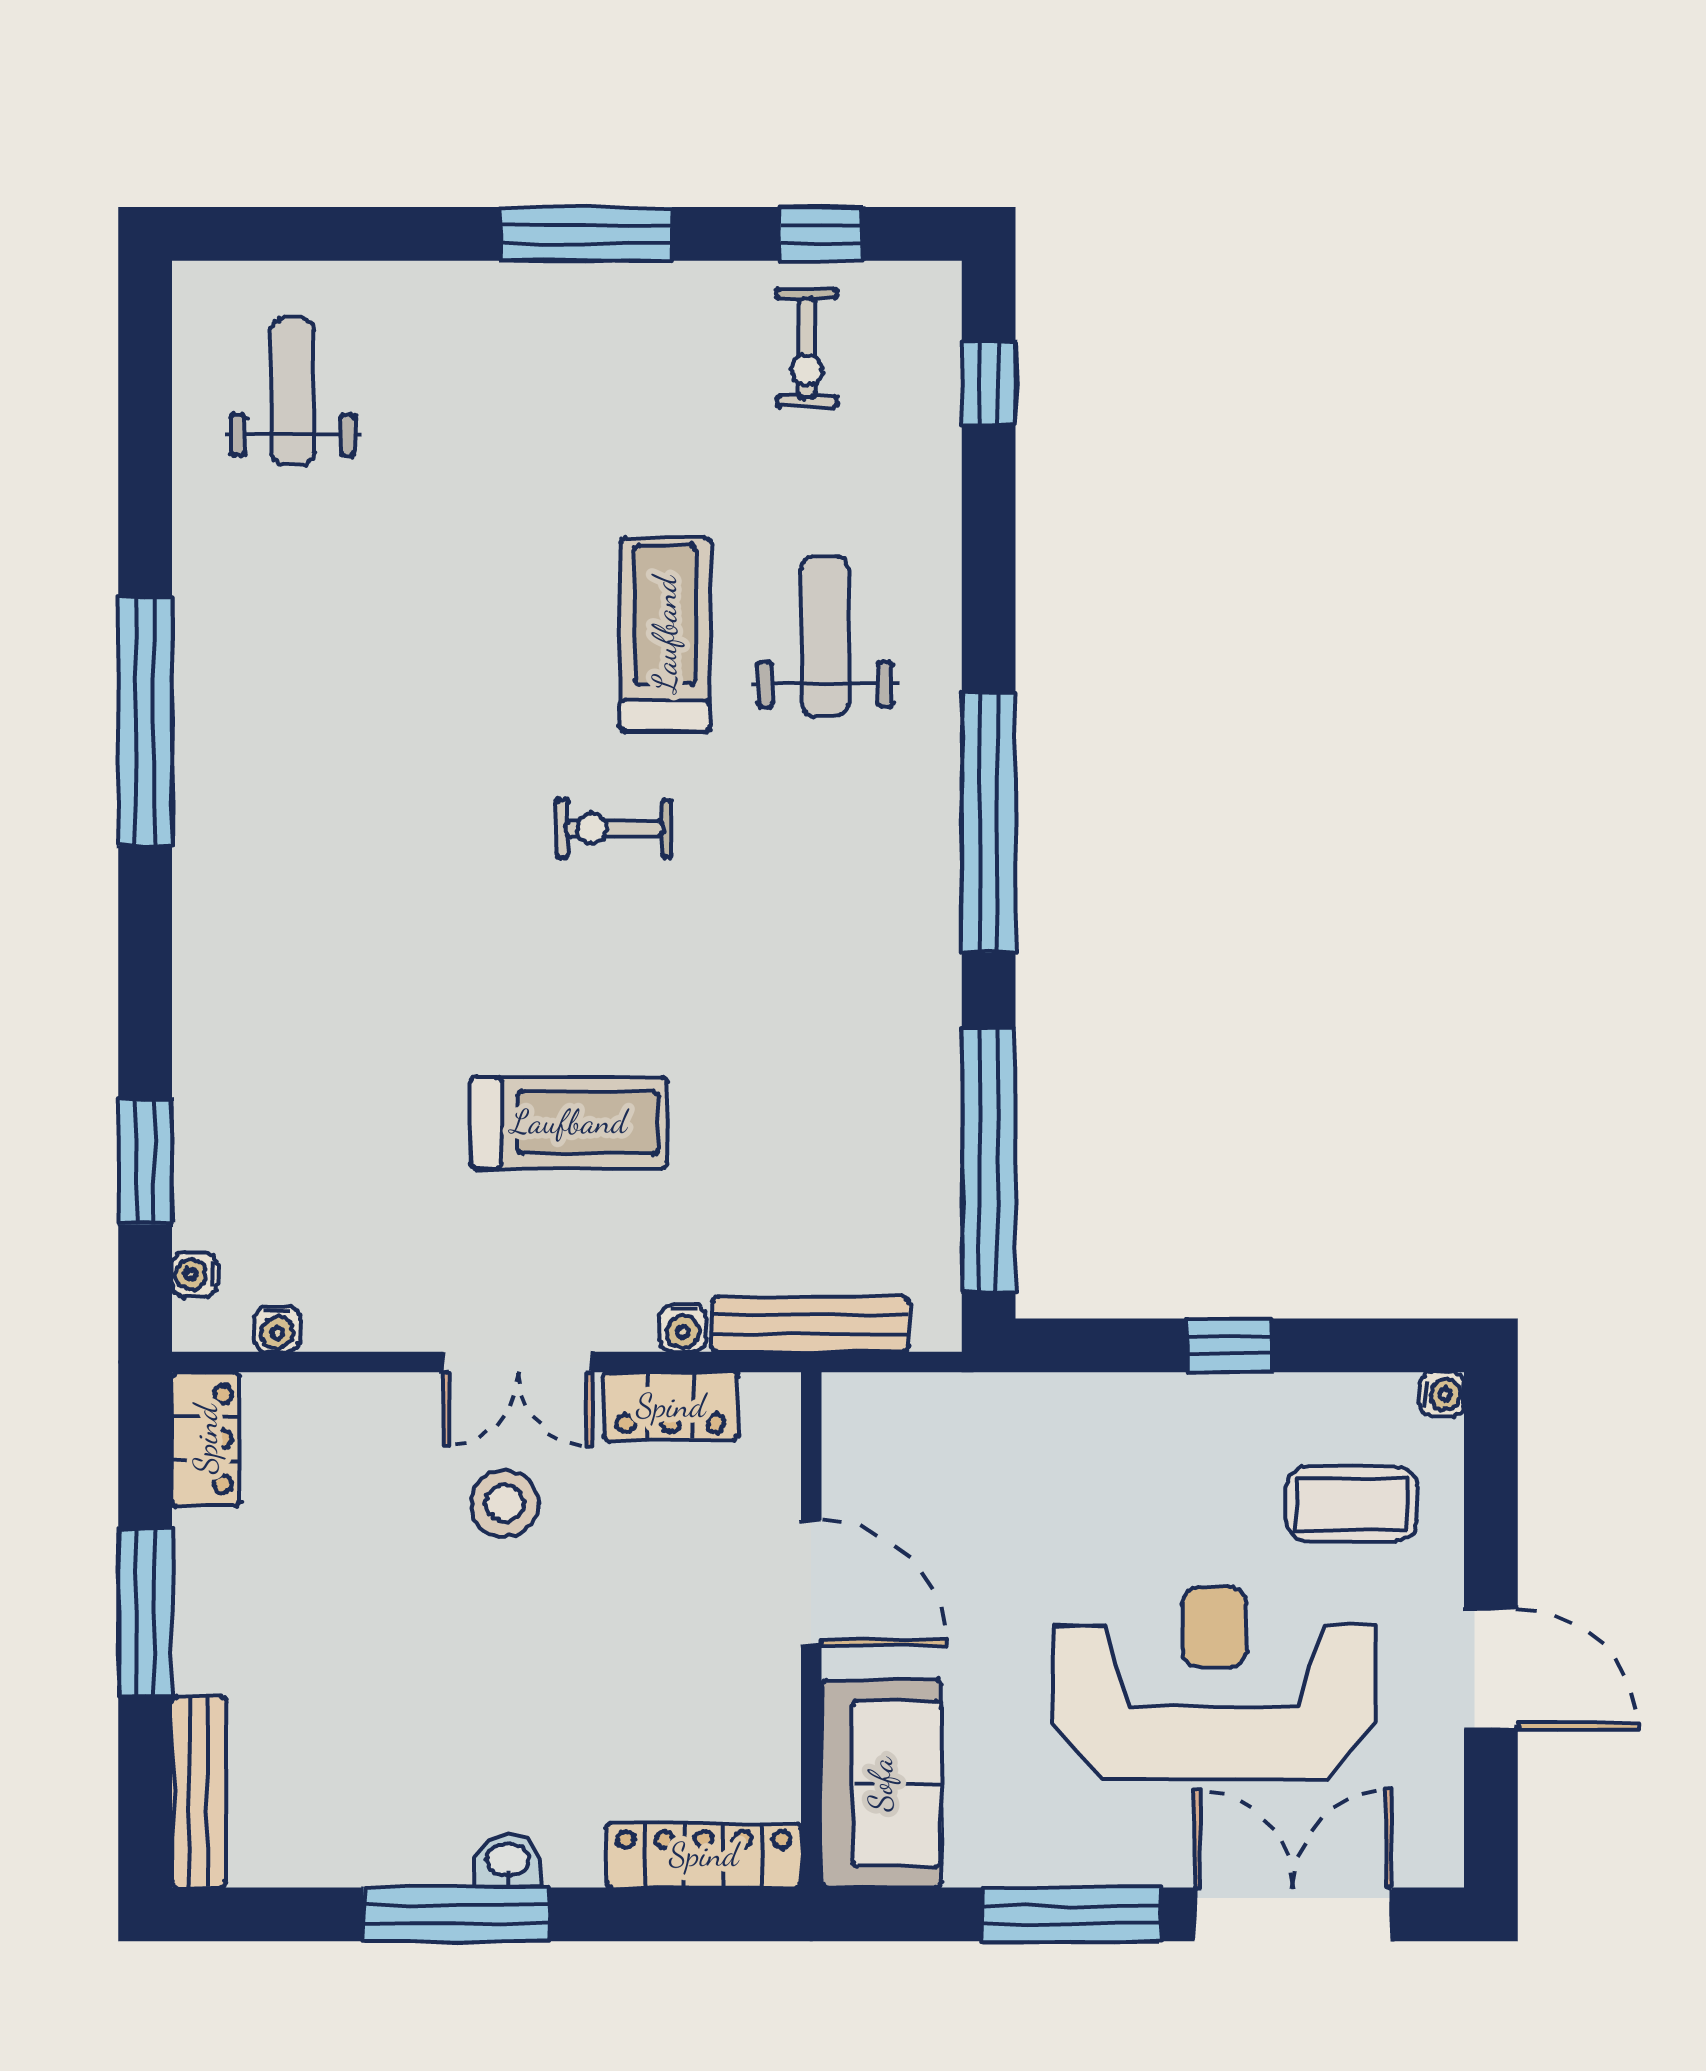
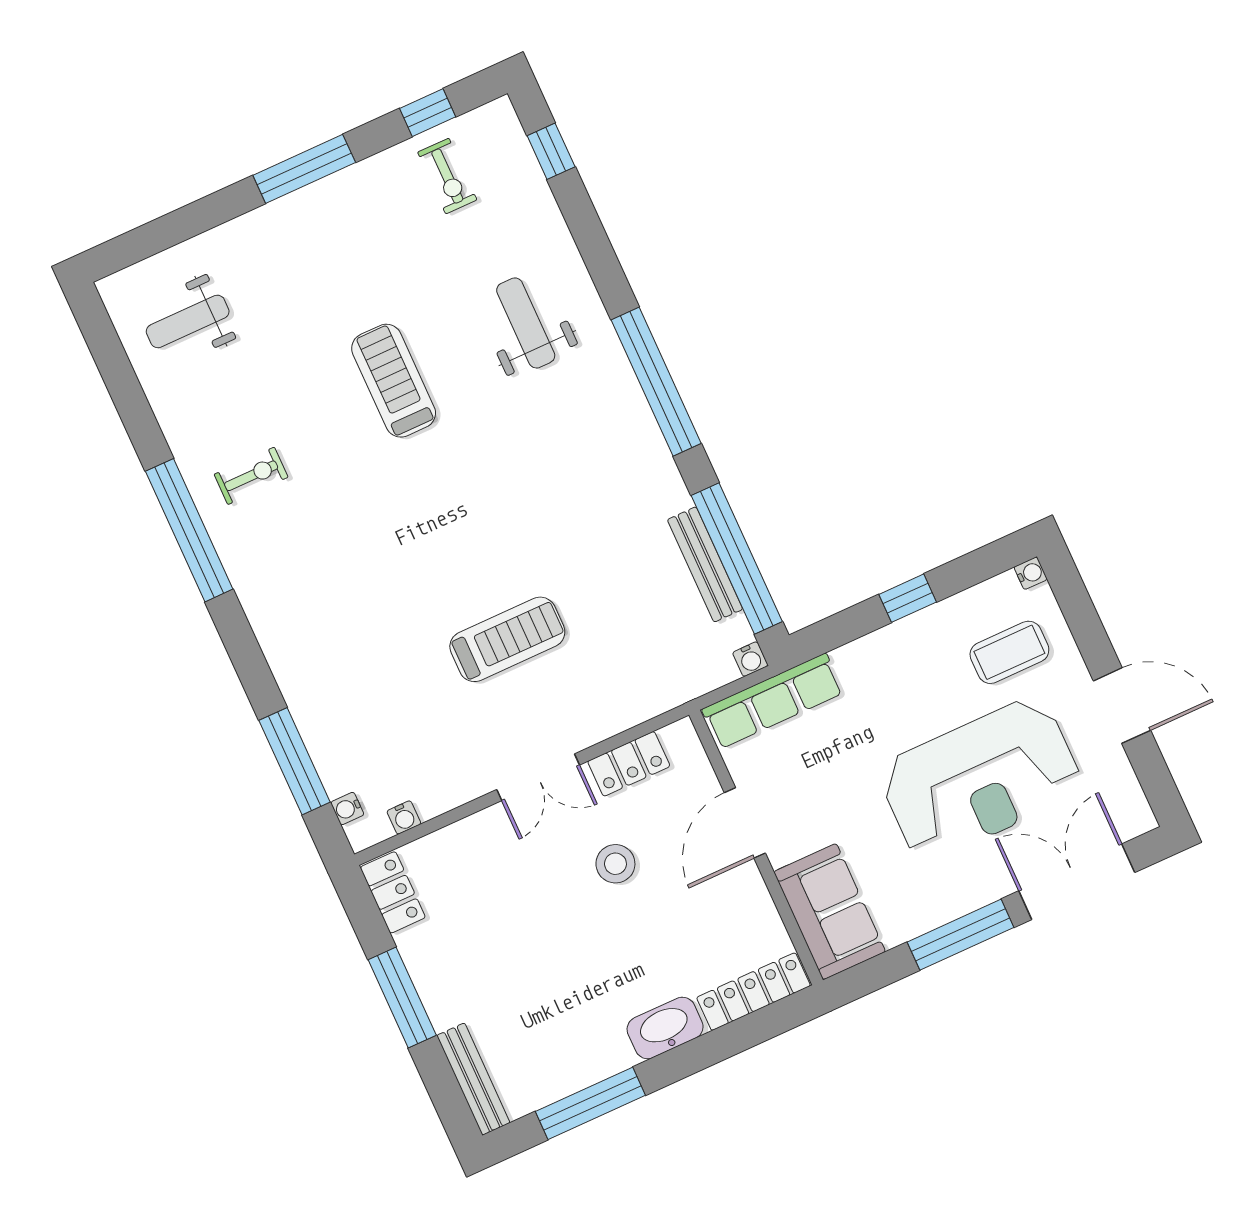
weight bench: (293, 391) -> (188, 321), turned -90
treadmill: (665, 634) -> (394, 381), moved
exercise bike: (614, 828) -> (251, 476), moved, turned 180
window: (145, 1162) -> (295, 761), width x1.44
bench: (810, 1324) -> (705, 564), moved, turned 90
water cooler: (683, 1328) -> (750, 659), moved
row of seats: (943, 1411) -> (773, 701), added
stool: (505, 1504) -> (615, 864), moved
door: (811, 1583) -> (745, 823), swing flipped
reception desk: (1214, 1683) -> (980, 779), turned 180
washbasin: (508, 1861) -> (665, 1028), width x1.91, depth x1.45
window: (456, 1914) -> (590, 1103), moved

